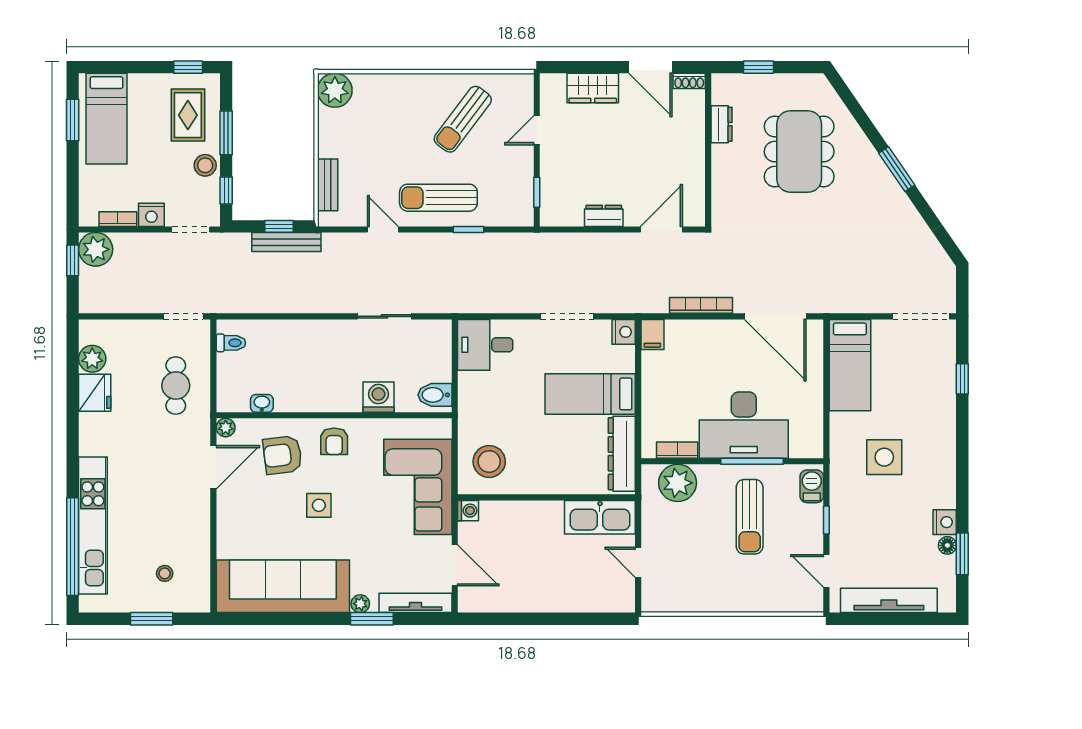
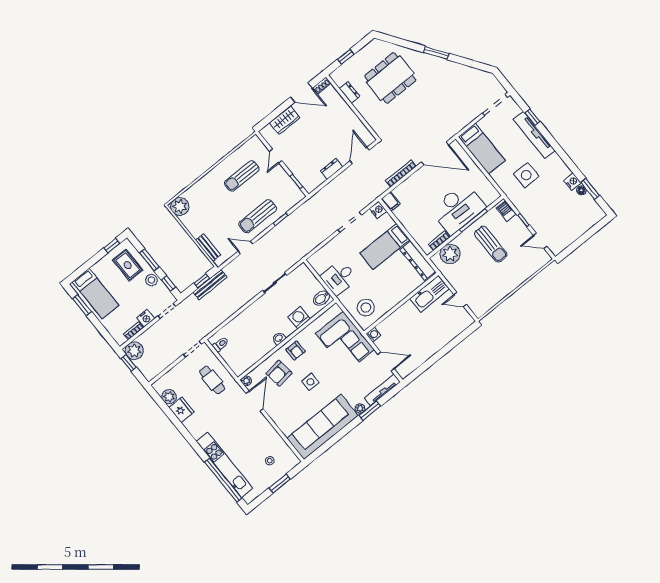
sun lounger: (463, 119) -> (242, 176), turned 53
dining table: (799, 152) -> (390, 78), turned 90
desk: (485, 345) -> (339, 278), moved
washbasin: (262, 403) -> (279, 338), moved
tv unit: (889, 600) -> (534, 135), moved, turned -90

